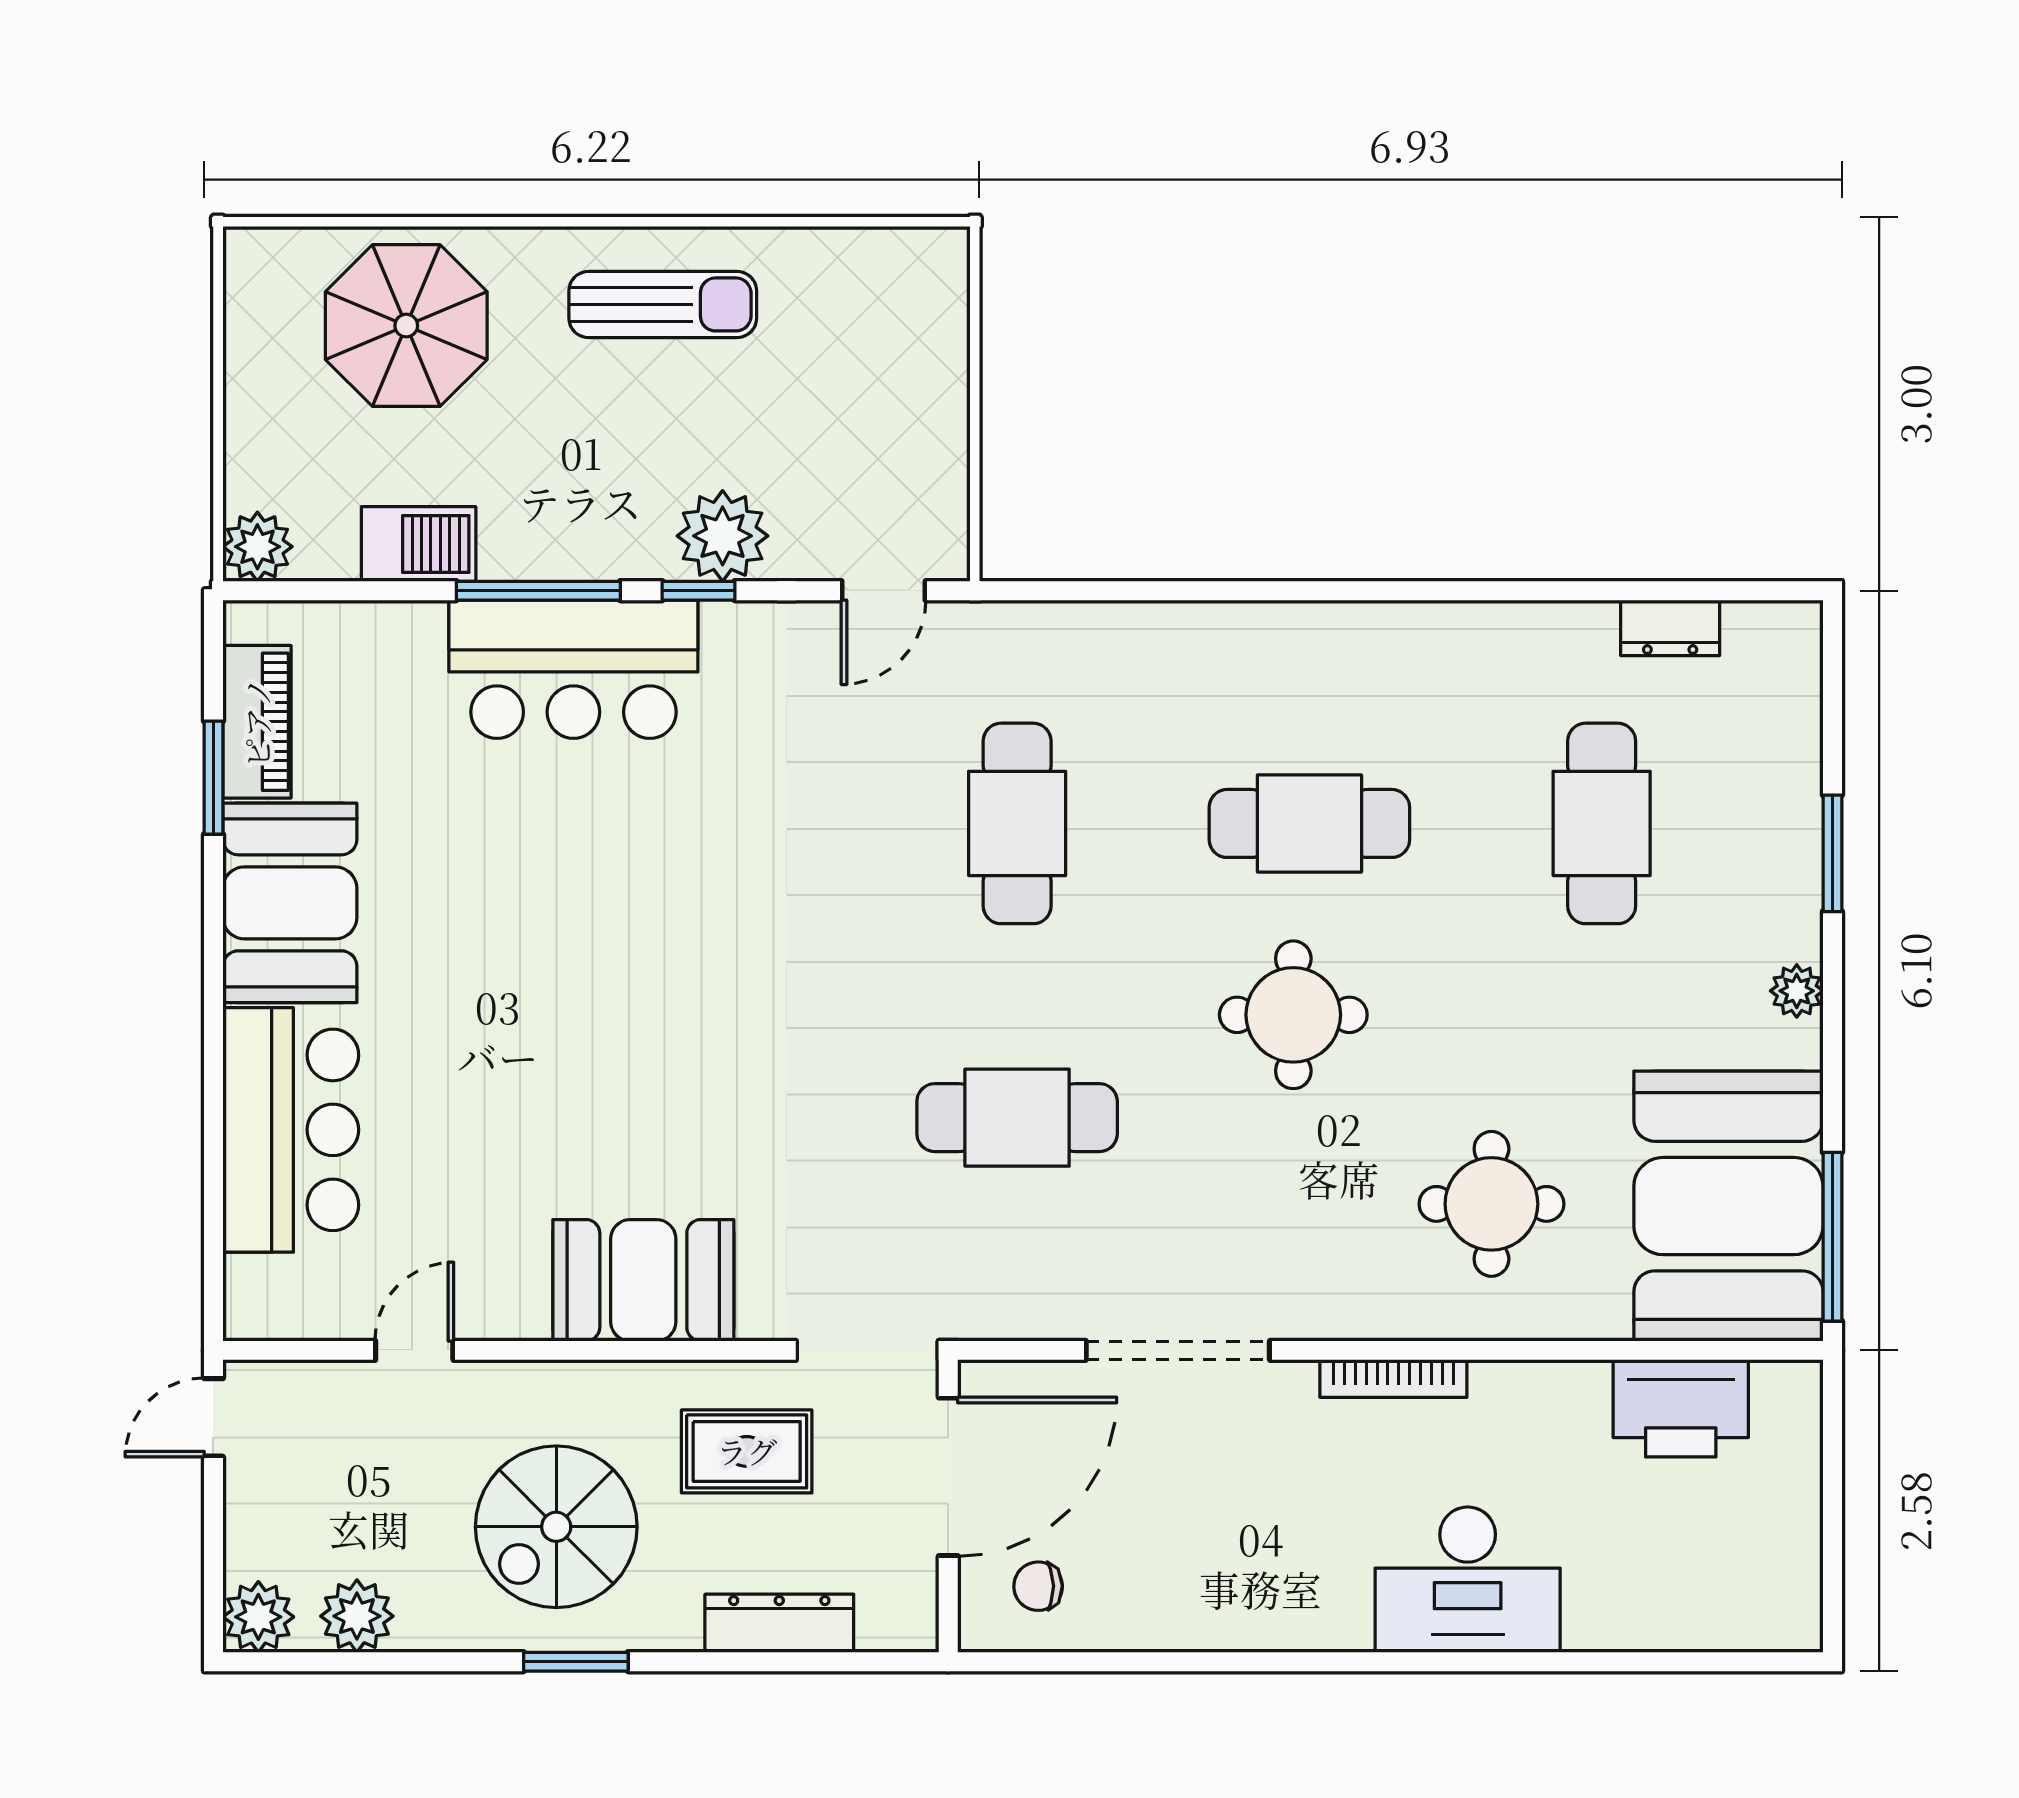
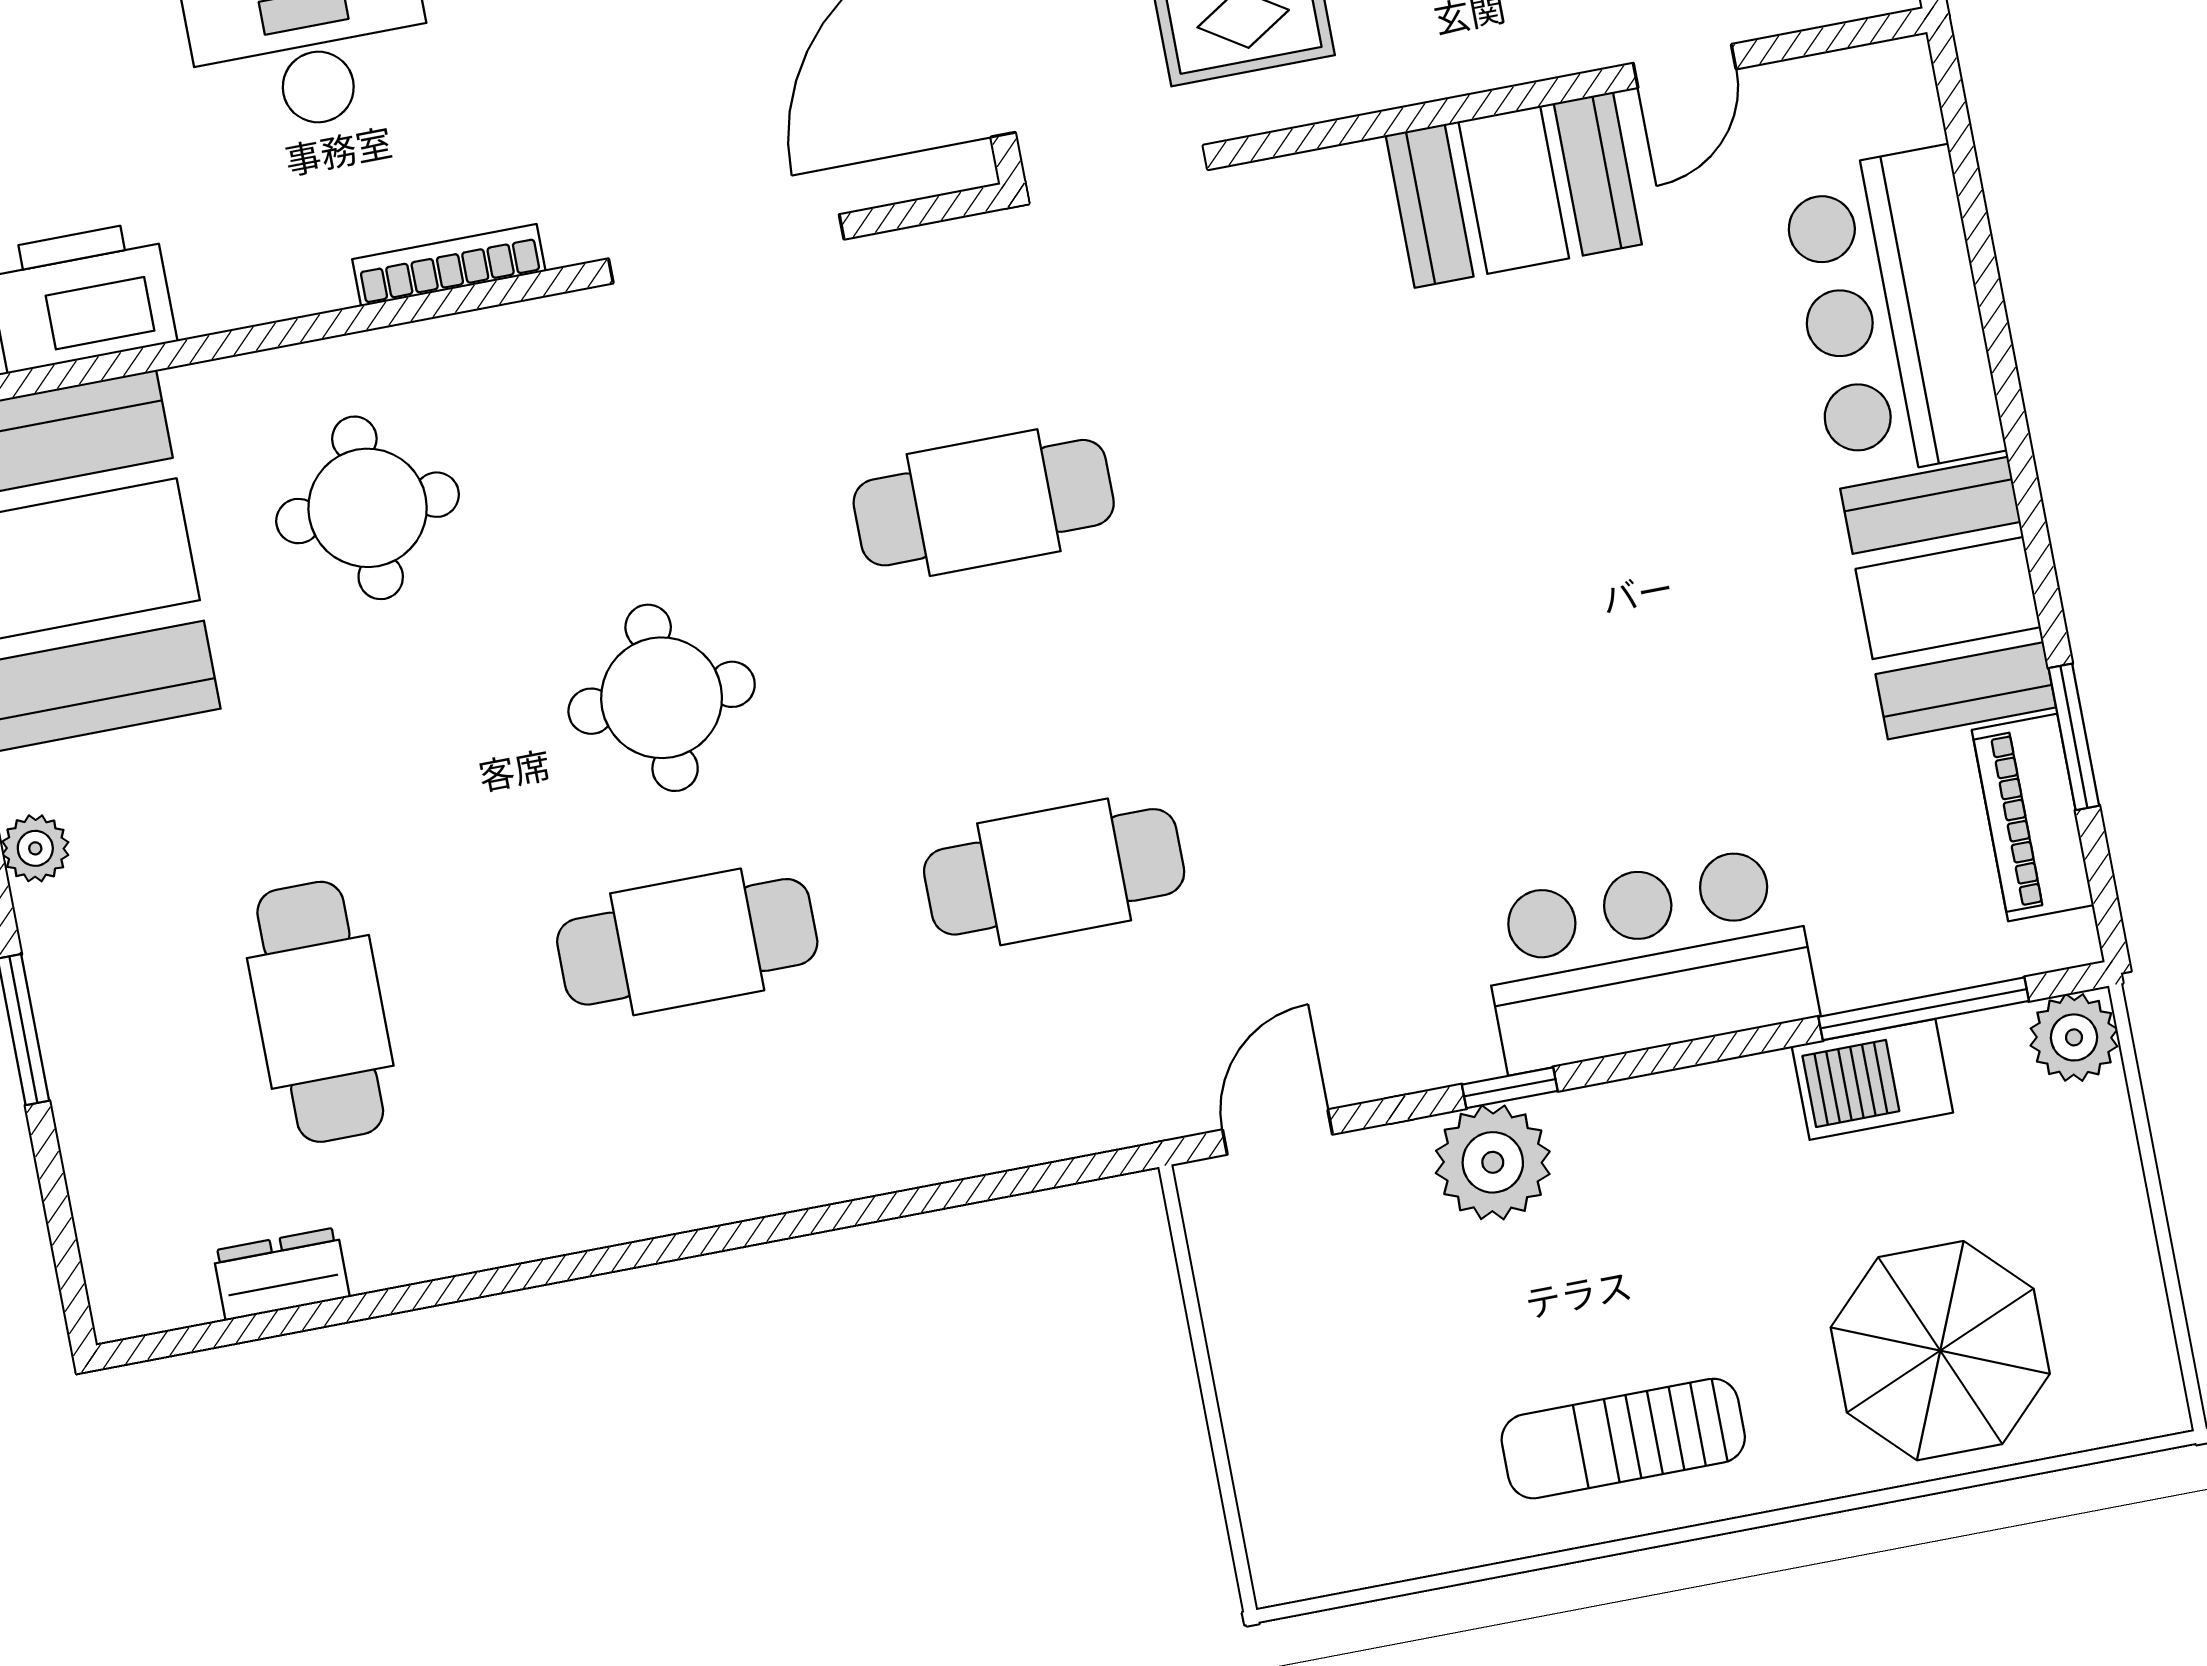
window: (538, 591) -> (1924, 1009), moved
cafe table: (1017, 823) -> (1054, 872), turned 90
booth: (643, 1280) -> (1514, 190), moved

